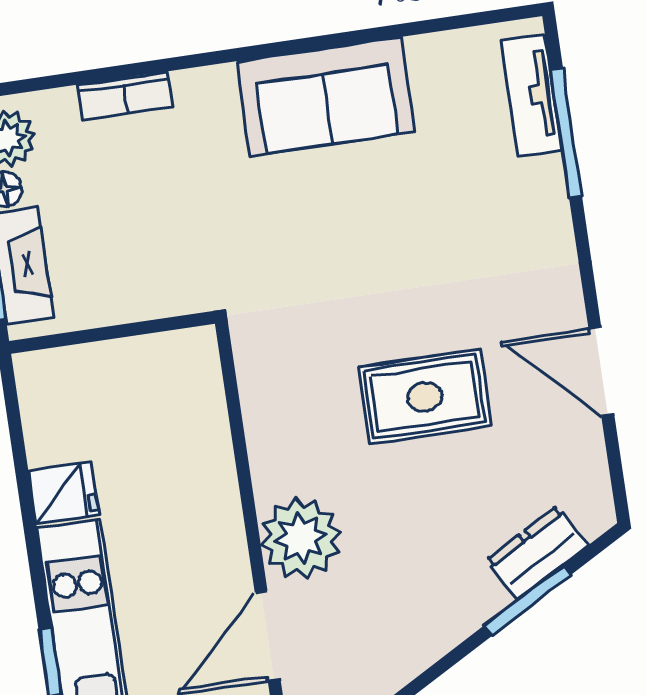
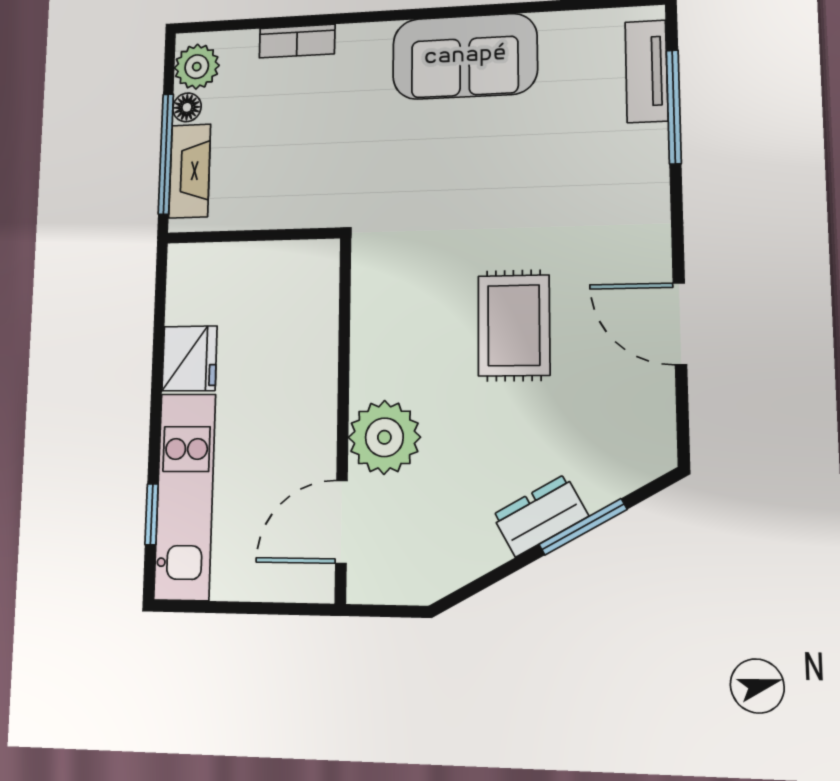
rug: (425, 397) -> (514, 325), turned 90
fridge: (64, 493) -> (189, 358), width x1.38
dresser: (537, 553) -> (540, 516), moved

